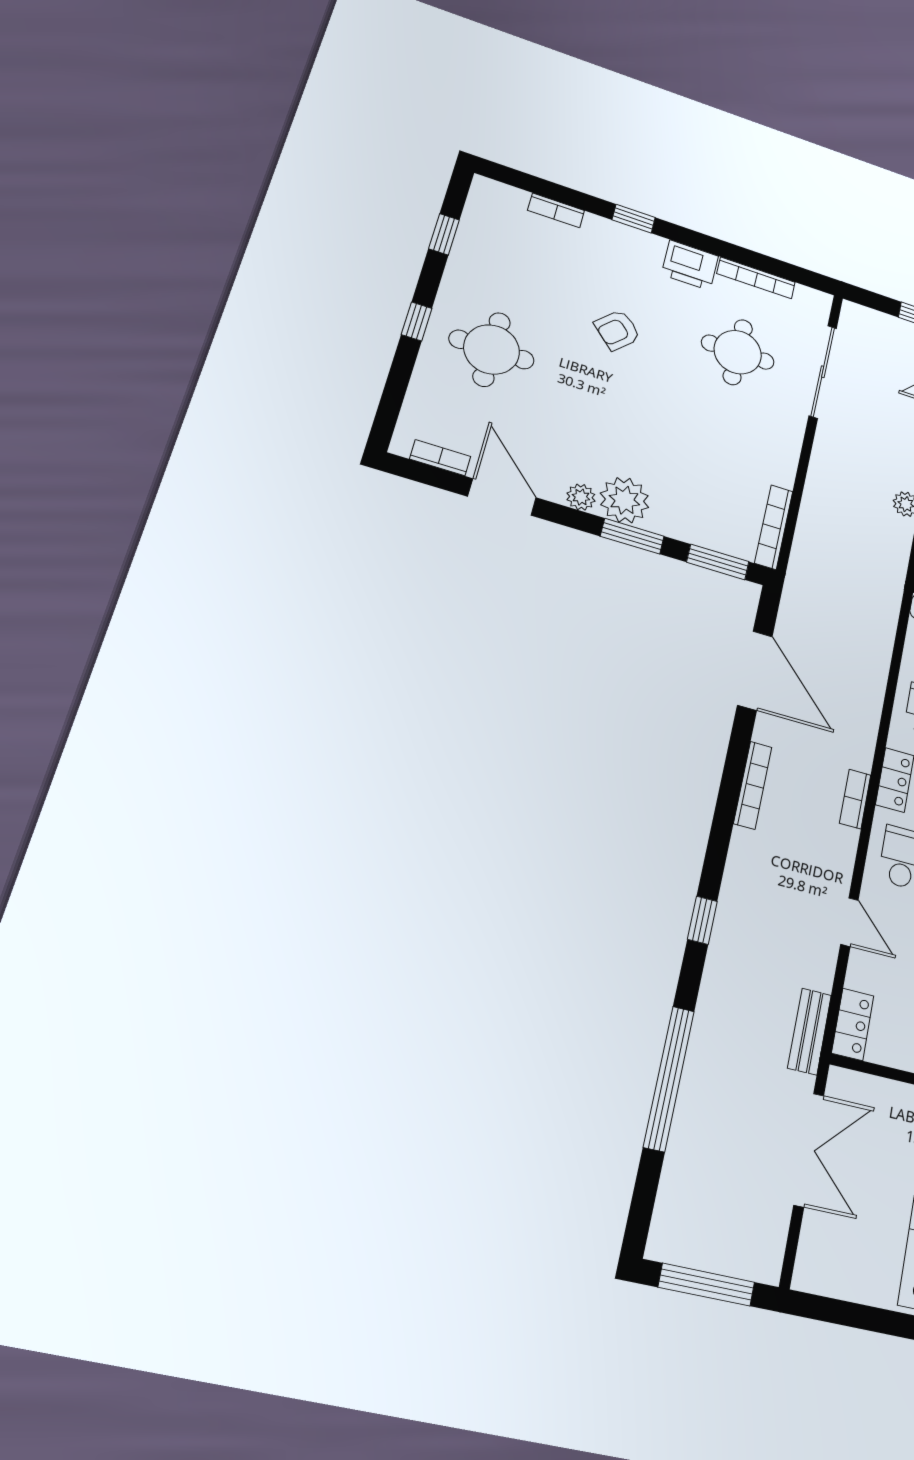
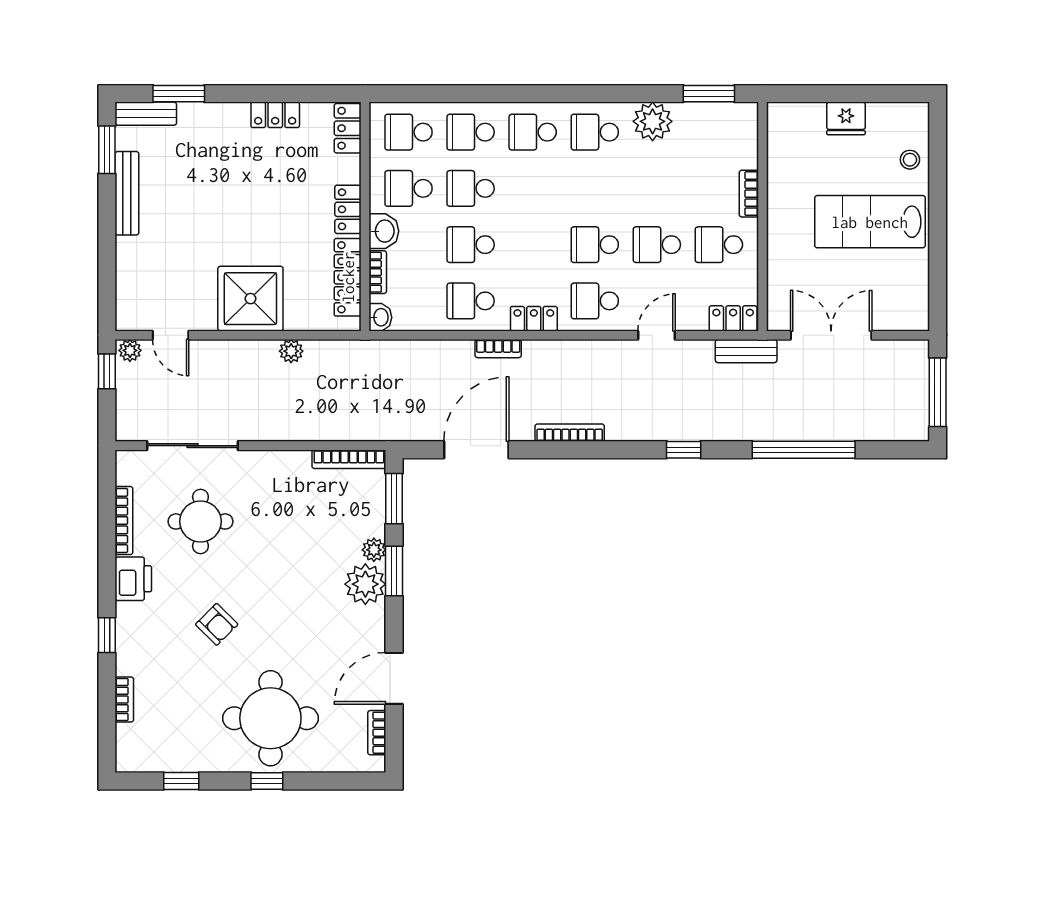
round table: (492, 349) -> (270, 718), width x1.36, depth x1.36
plant: (581, 497) -> (374, 550), moved
bookcase: (855, 799) -> (498, 349), moved

